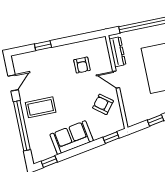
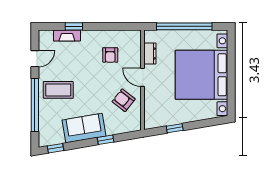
dresser: (117, 52) -> (150, 54), width x0.70
fireplace: (38, 55) -> (67, 36), added
window: (111, 138) -> (106, 140), moved

